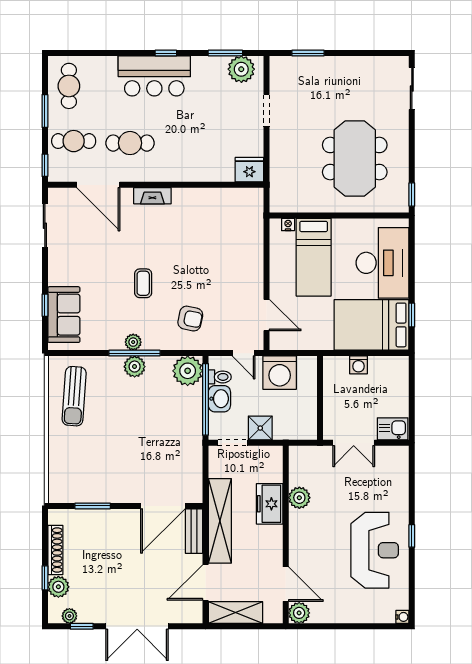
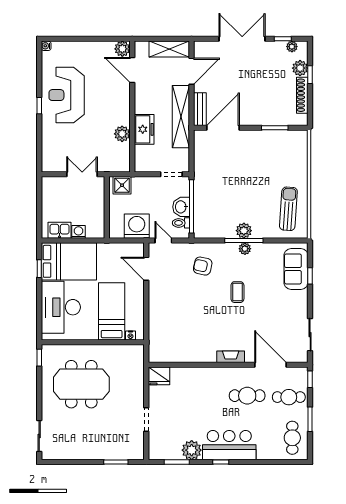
plant: (241, 69) -> (192, 450), moved
meeting table: (355, 159) -> (81, 384), turned 90
plant: (188, 371) -> (205, 227), removed
shower: (260, 428) -> (122, 185), moved
kitchen sink: (393, 429) -> (59, 230), moved, turned 180

